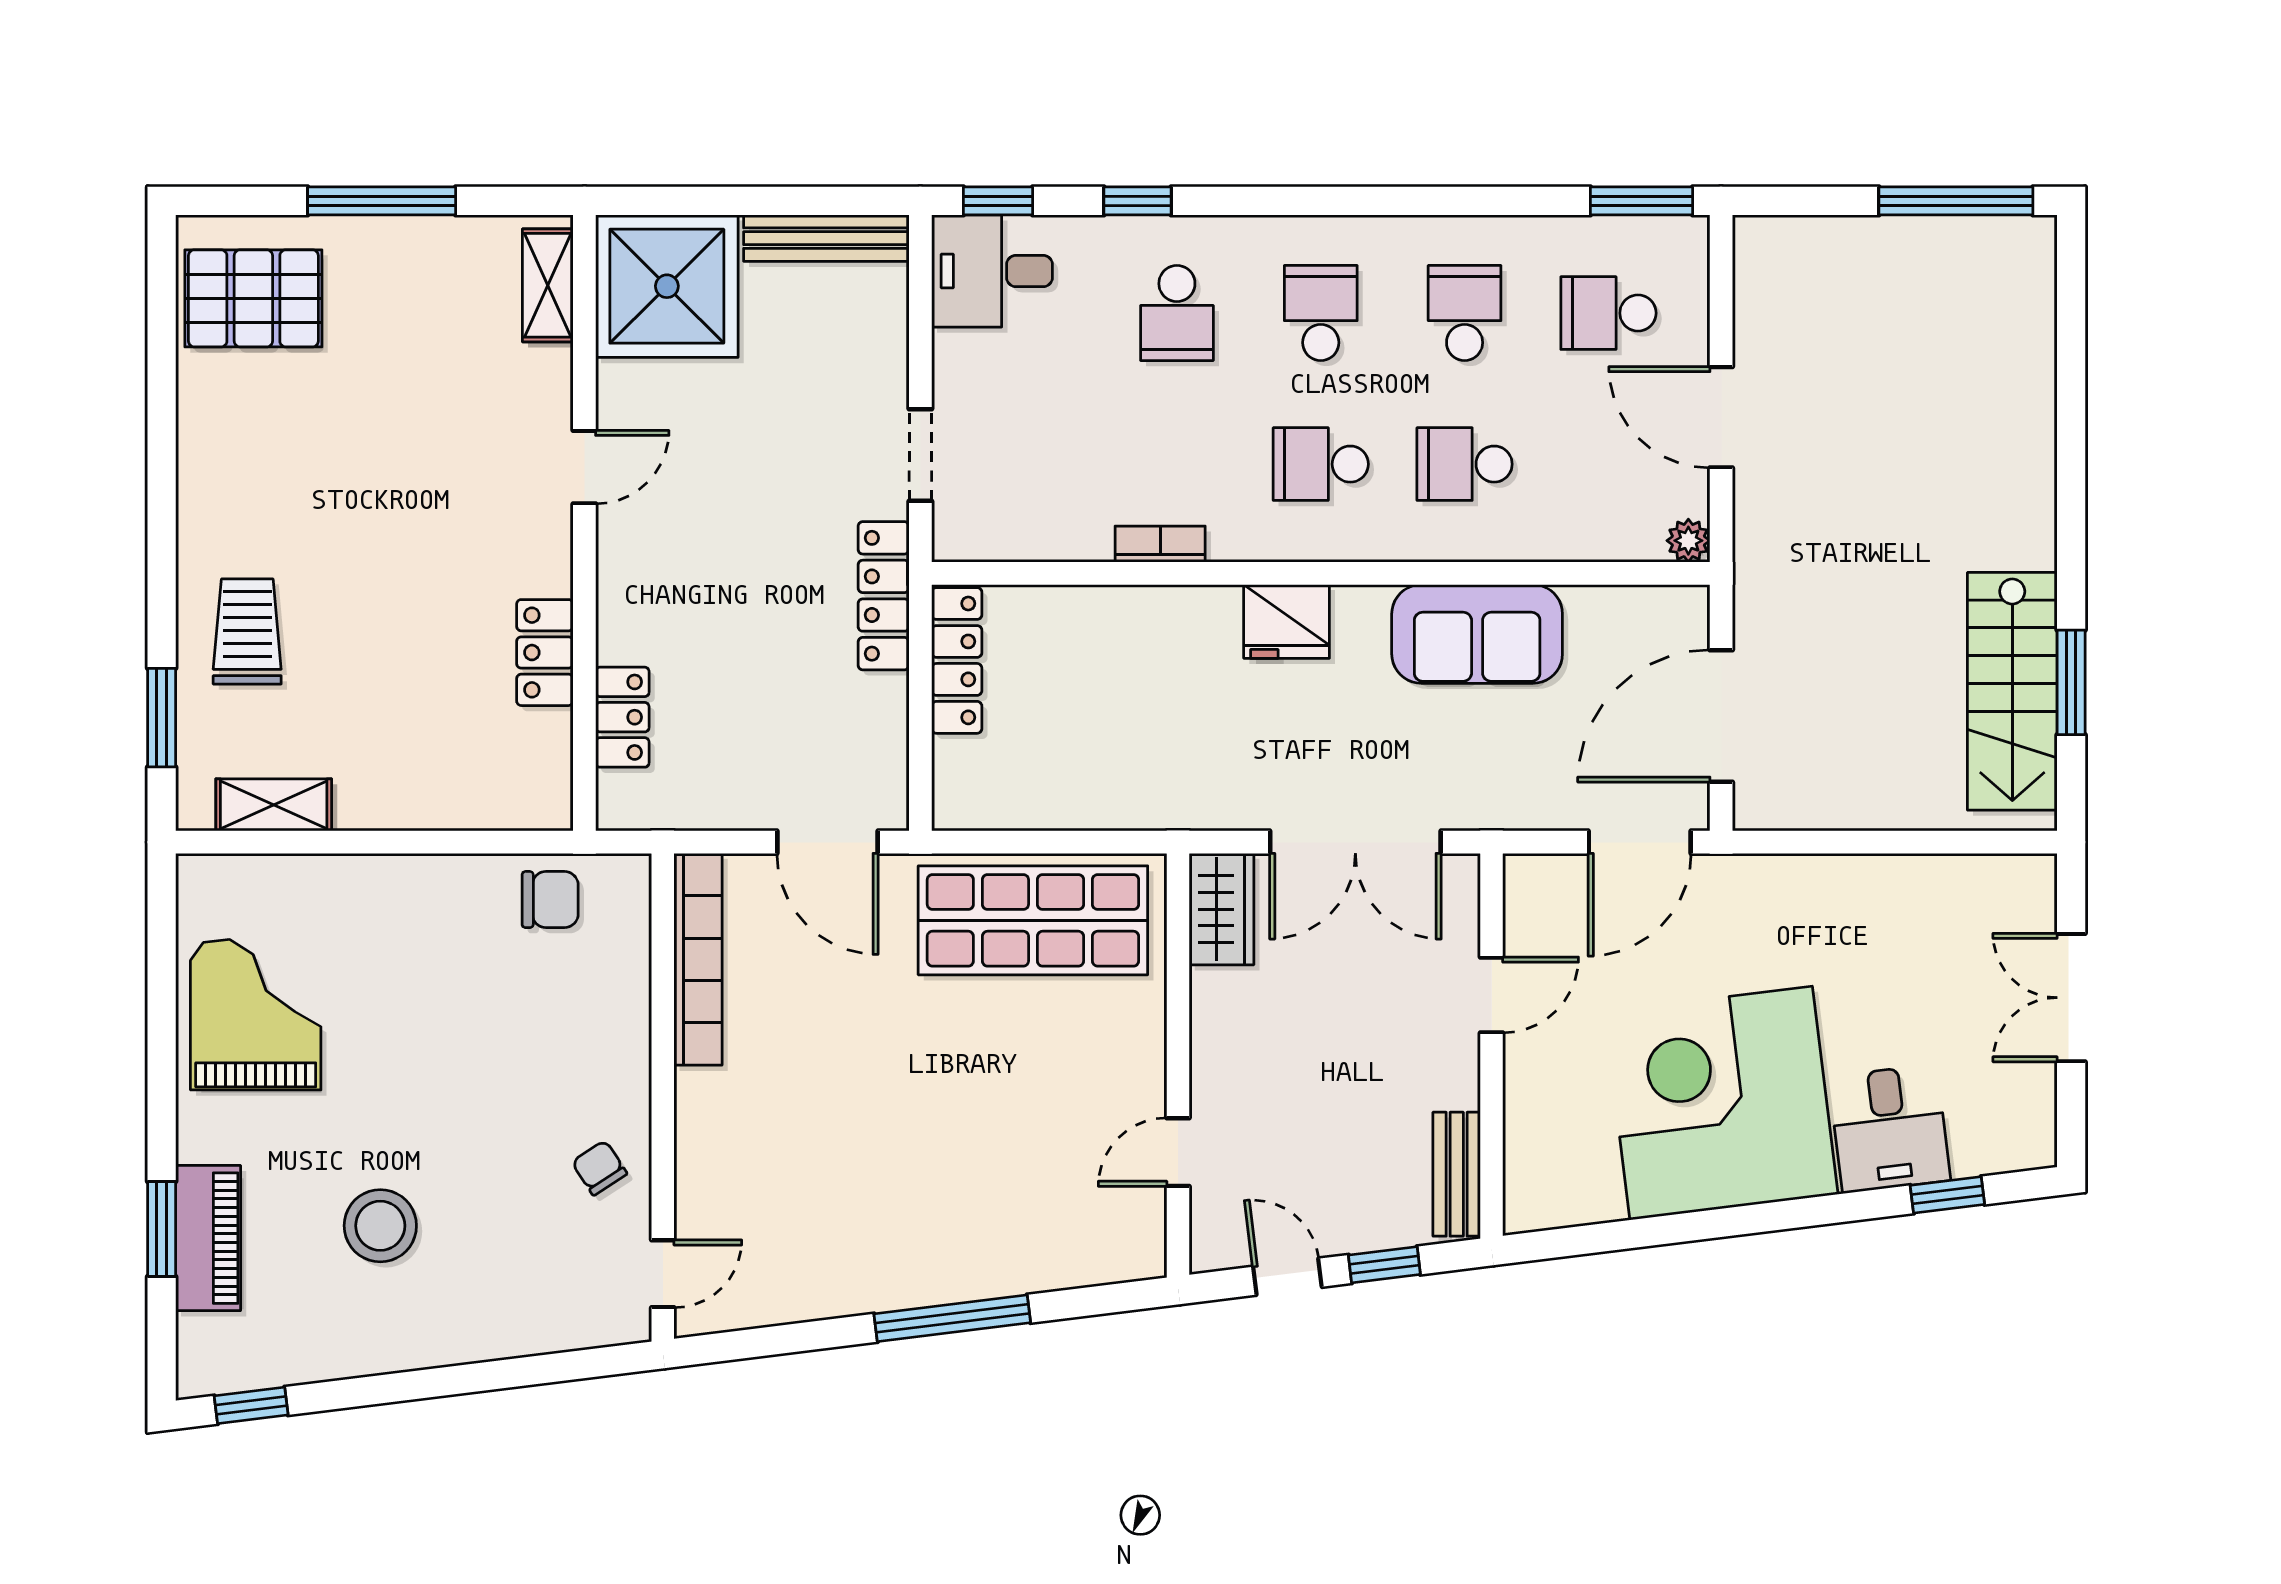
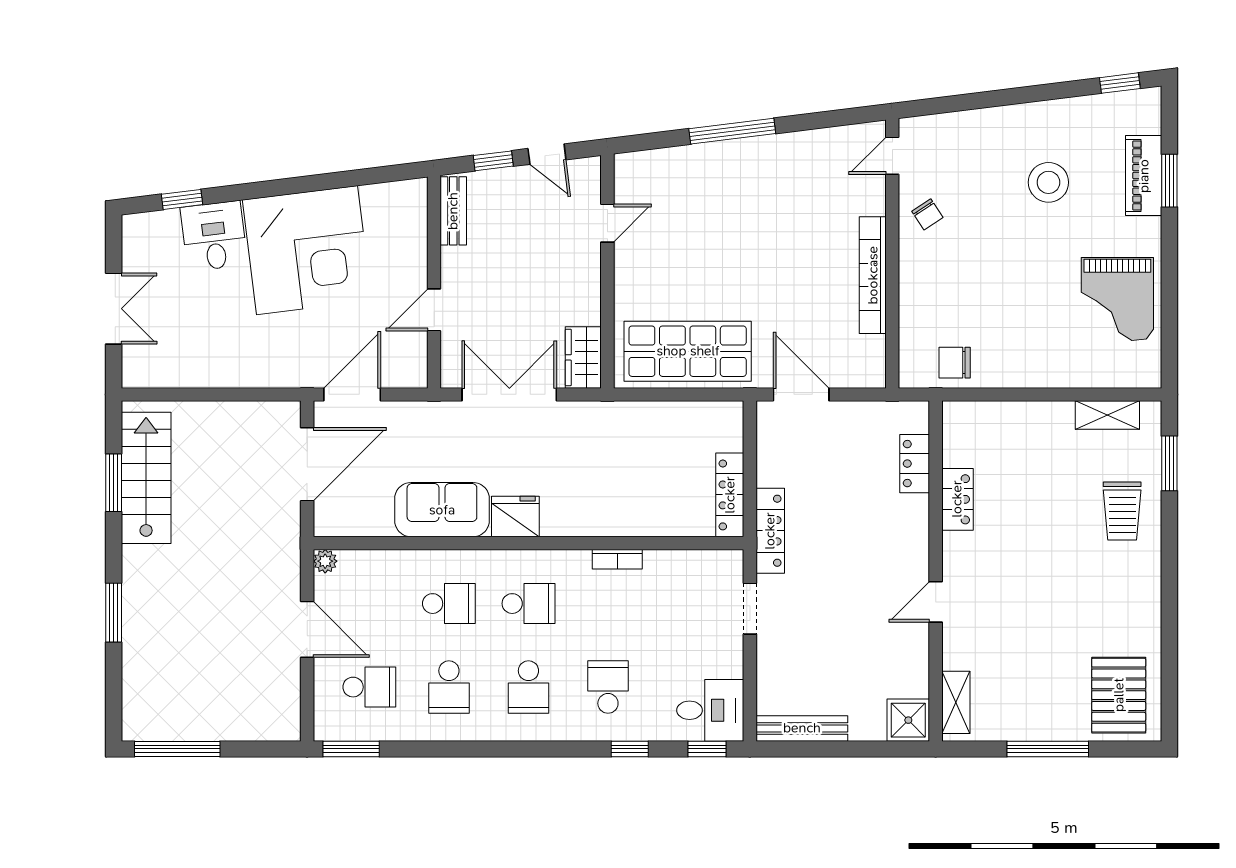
shower: (667, 286) -> (908, 720), width x0.54, depth x0.54
pallet: (253, 298) -> (1119, 695), turned 90
window: (2071, 447) -> (114, 613), added
fridge: (1287, 621) -> (515, 517), moved
bookcase: (698, 959) -> (873, 275), moved

